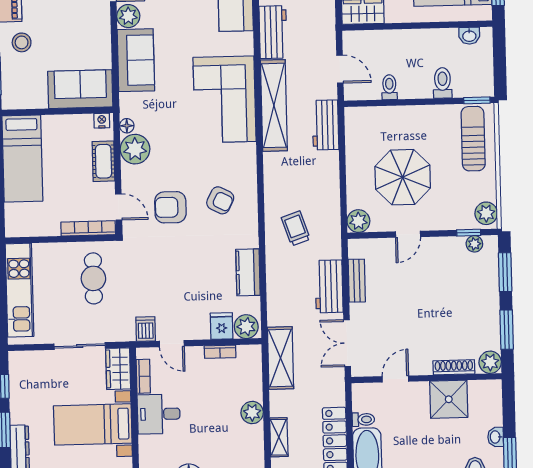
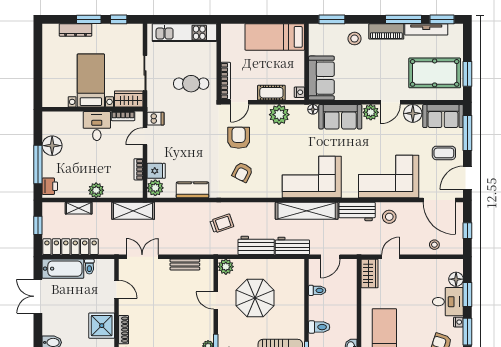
floor lamp: (127, 126) -> (313, 109), moved
workbench: (329, 286) -> (256, 245), moved

